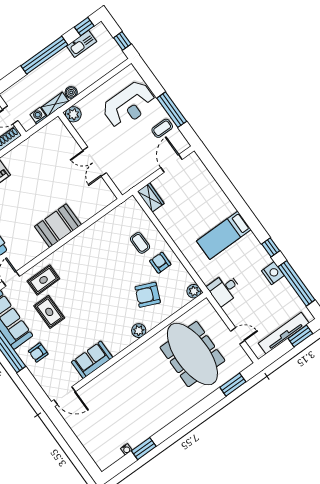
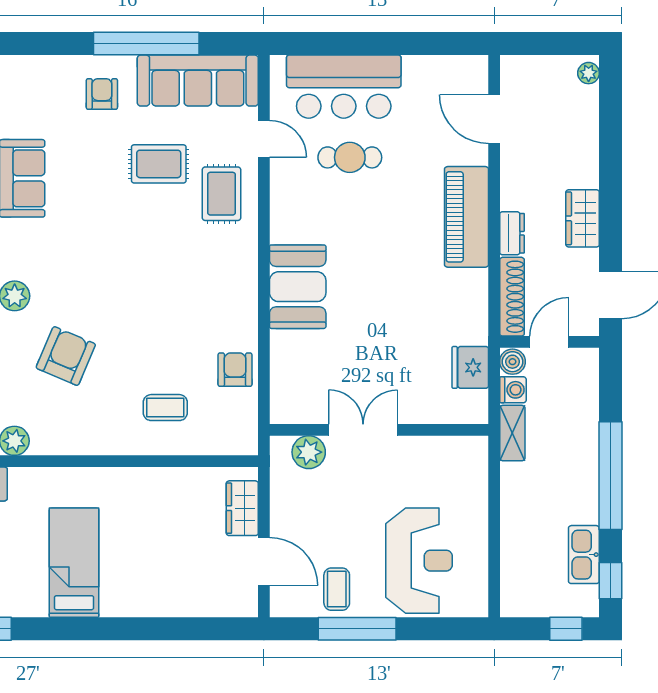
window: (122, 41) -> (566, 629), moved
boiler: (71, 92) -> (512, 362), moved
reception desk: (129, 105) -> (419, 561), turned 180
plant: (73, 114) -> (309, 452), moved
fridge: (42, 138) -> (470, 367), added
wardrobe: (151, 198) -> (242, 508), moved, turned 90
armchair: (160, 263) -> (235, 370), moved, turned -90

